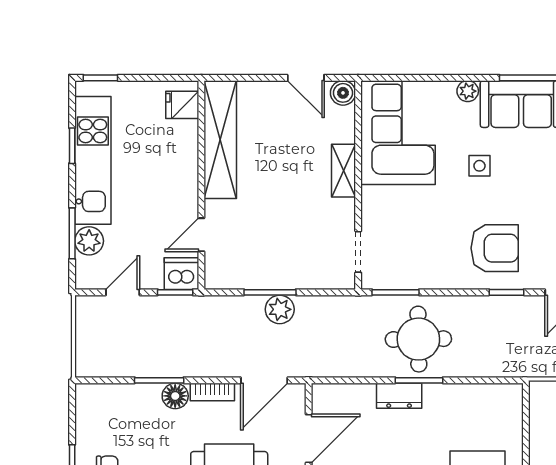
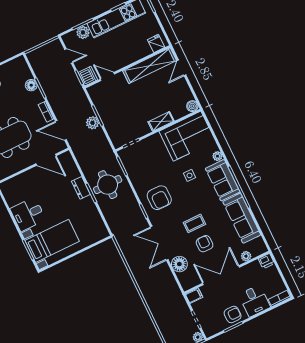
door: (306, 78) -> (181, 68), moved
floor lamp: (175, 396) -> (31, 85), moved

